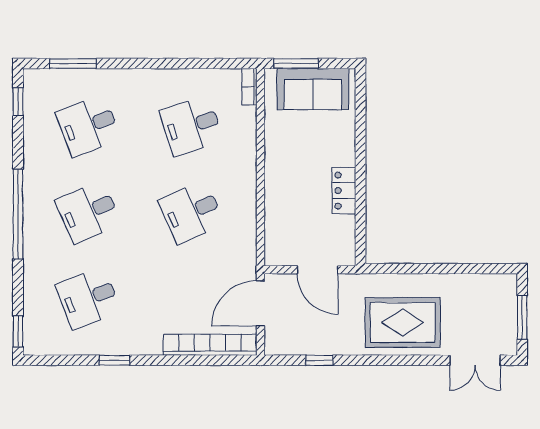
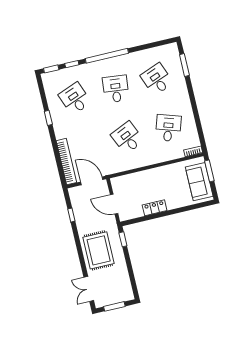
window: (18, 102) -> (72, 64), moved
desk: (191, 126) -> (168, 128), turned 36
desk: (88, 212) -> (116, 89), turned 30
window: (392, 269) -> (123, 239), added
door: (317, 270) -> (114, 204), hinge flipped

